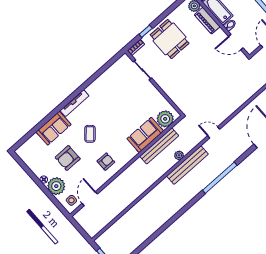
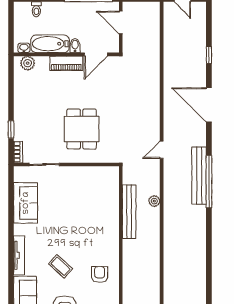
piano: (207, 21) -> (66, 63), moved
dining table: (170, 39) -> (82, 129), moved, turned 90
plant: (165, 119) -> (109, 184), removed
sofa: (145, 135) -> (26, 203), moved, turned 180
bench: (187, 165) -> (199, 176), moved

